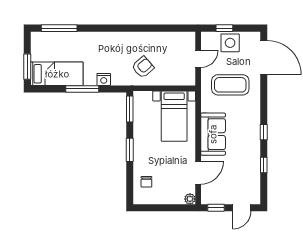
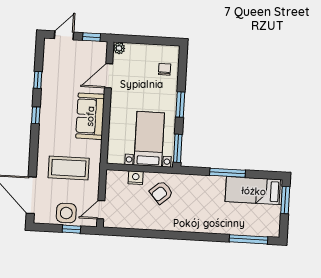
door: (198, 59) -> (101, 210), moved
nightstand: (104, 79) -> (136, 178), moved
bed with nightstands: (174, 116) -> (149, 139), moved

